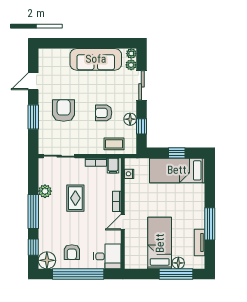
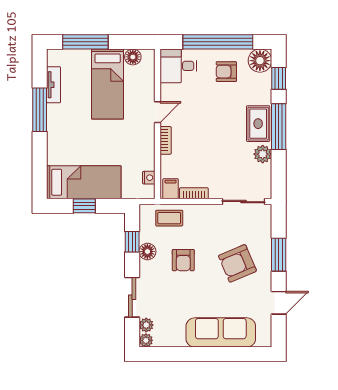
sofa: (96, 59) -> (221, 332), moved
armchair: (64, 110) -> (237, 263), turned 67
armchair: (104, 113) -> (183, 260), turned 90
rug: (75, 198) -> (258, 124), moved
armchair: (72, 252) -> (226, 72), turned -90
floor lamp: (178, 263) -> (133, 57), moved

